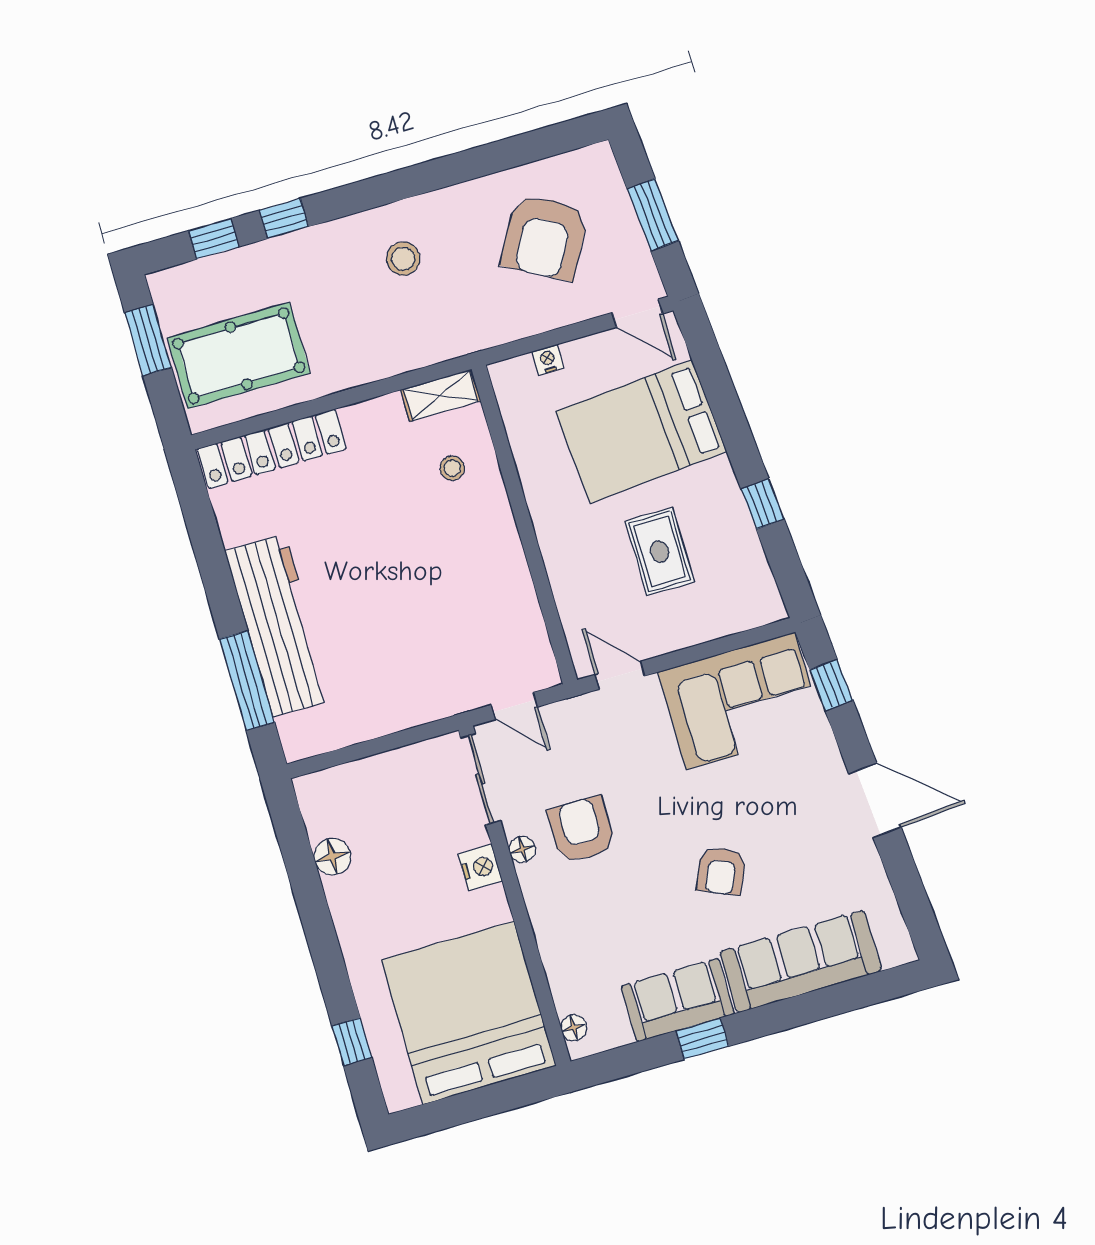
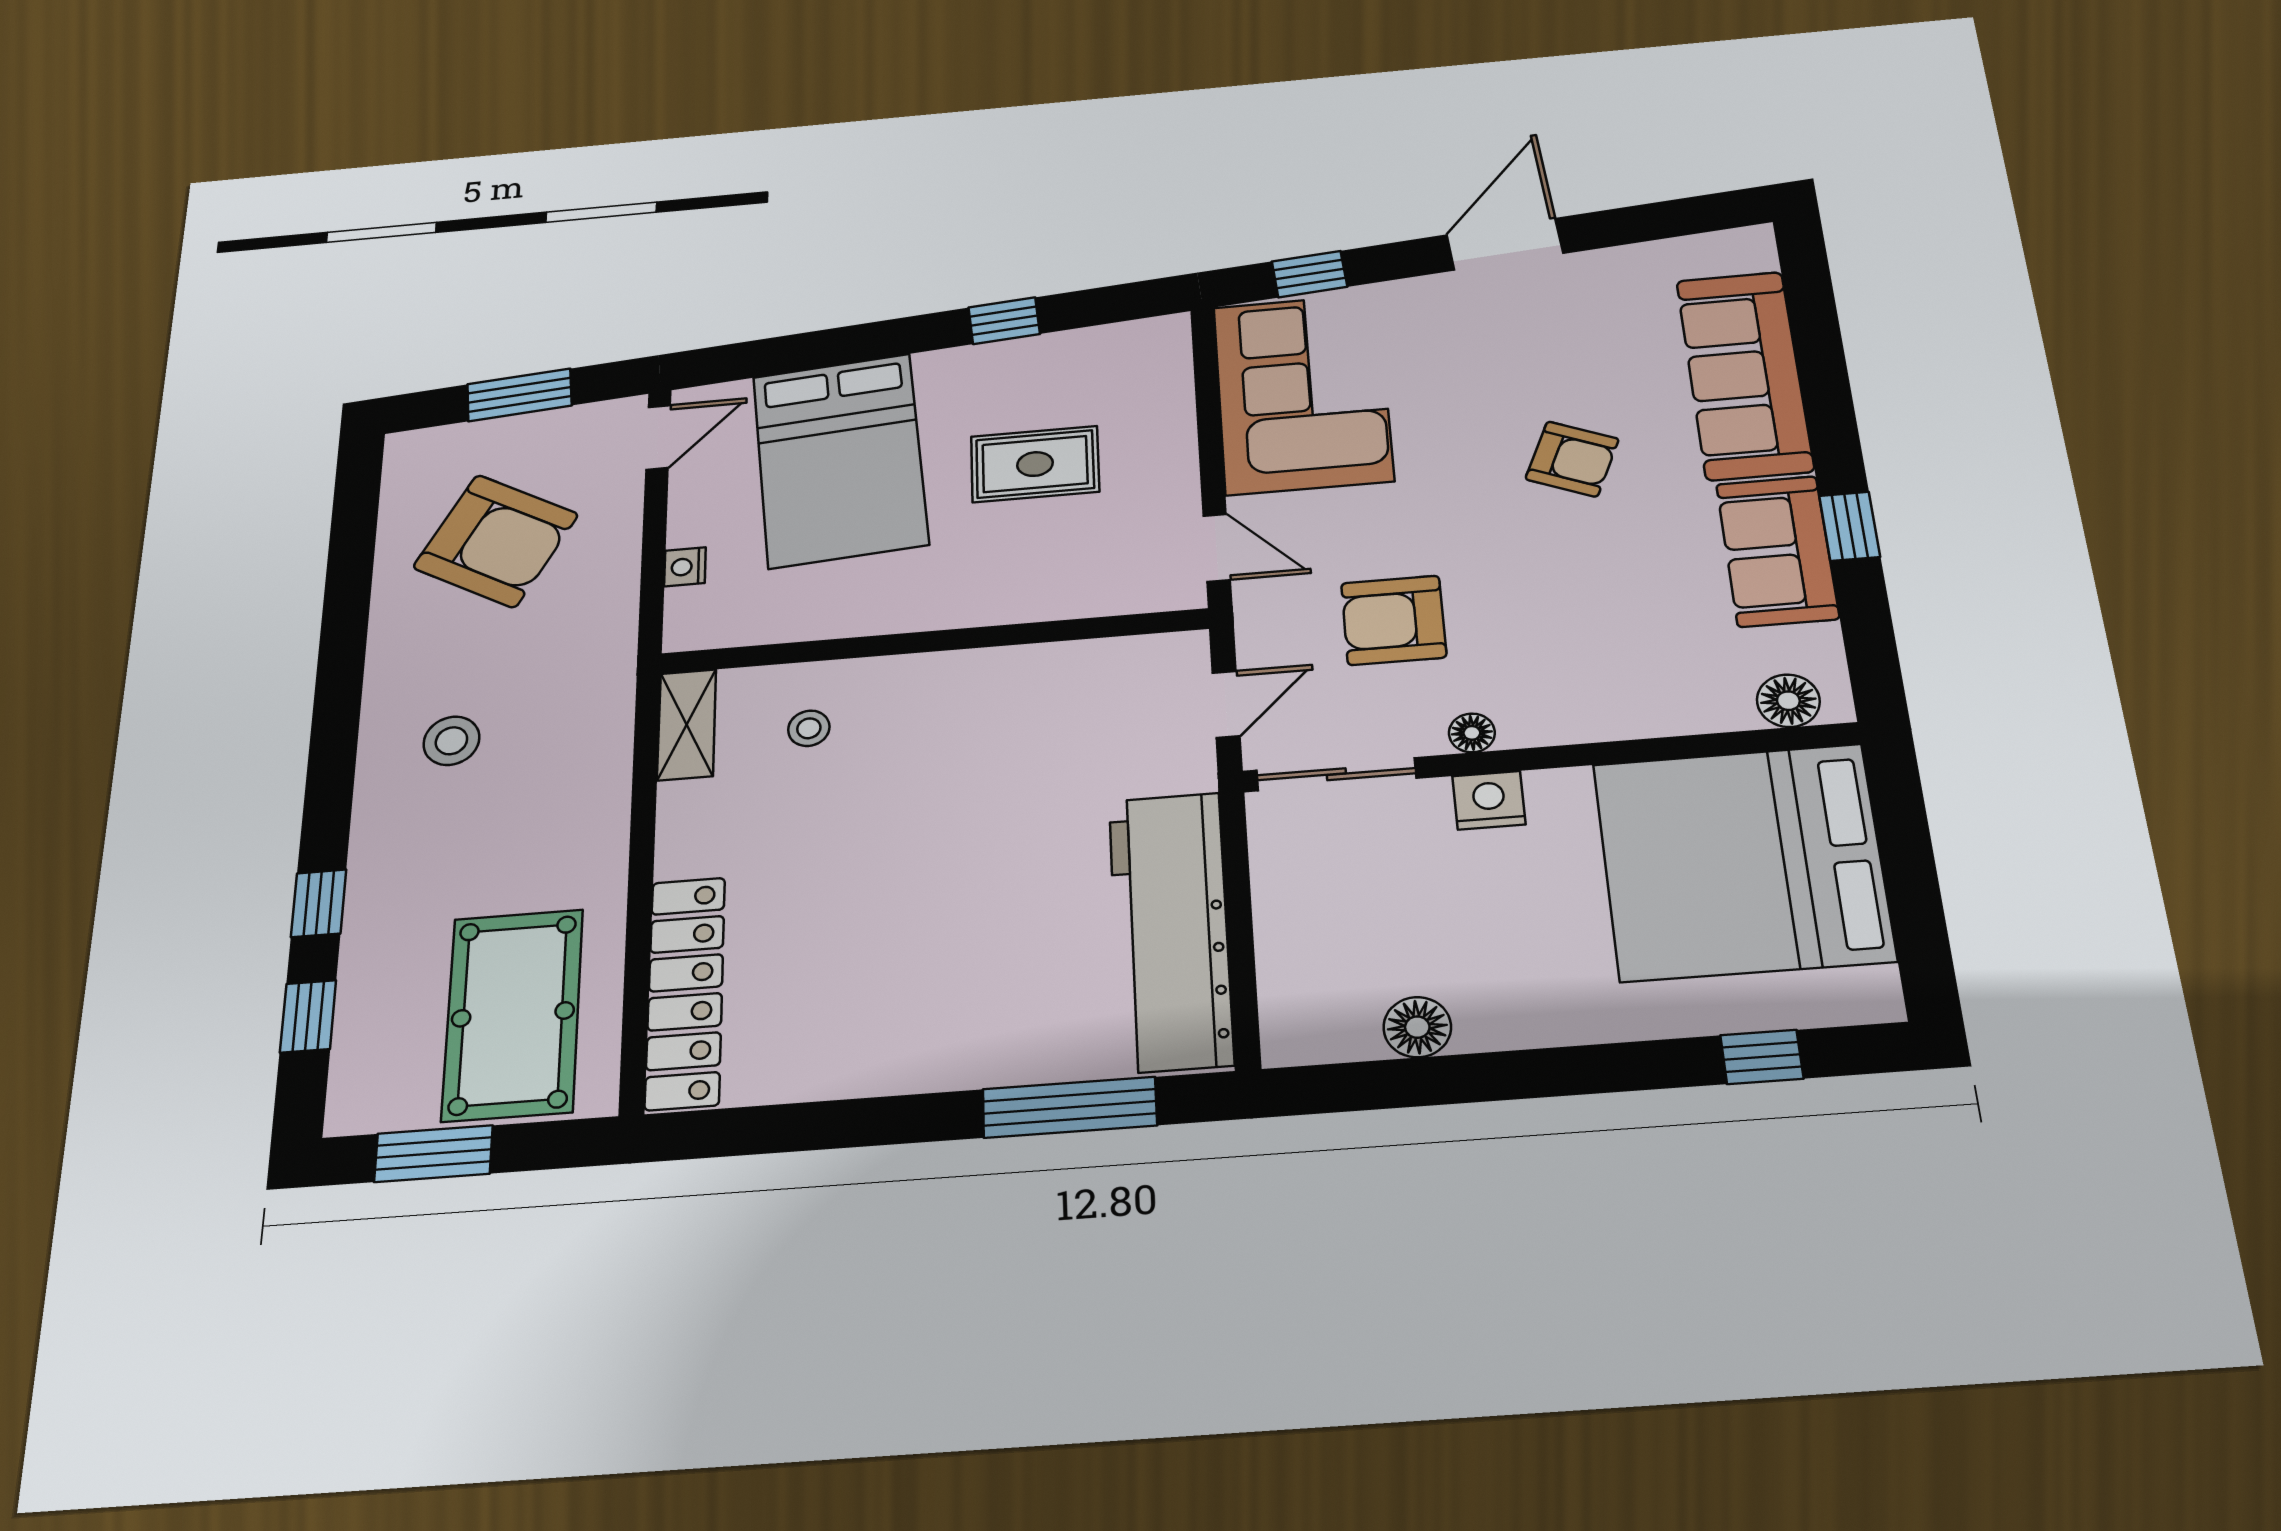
workbench: (279, 625) -> (1170, 931), moved, turned -90
door: (620, 675) -> (1217, 548), swing flipped
armchair: (581, 830) -> (1394, 620), moved
floor lamp: (574, 1028) -> (1788, 701), width x1.37, depth x1.37

